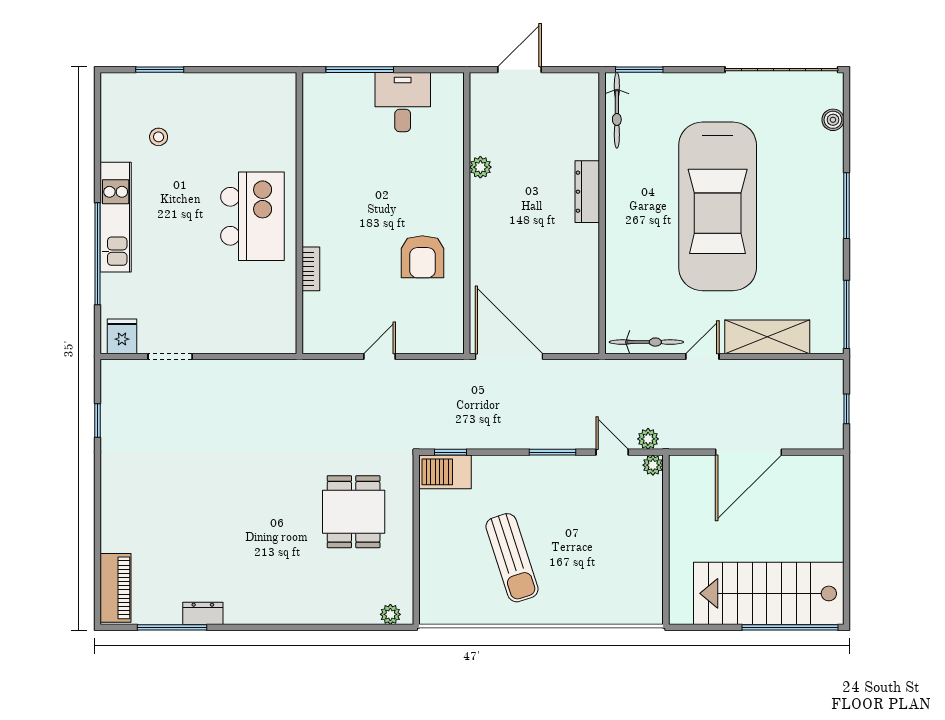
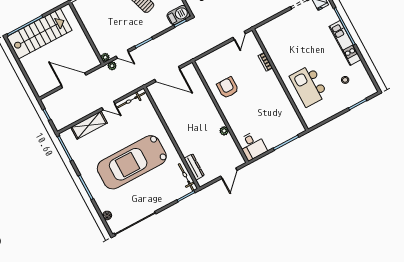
desk: (403, 102) -> (252, 146), moved
dresser: (587, 192) -> (194, 167), moved
car: (718, 206) -> (132, 162), turned -90
kitchen island: (252, 216) -> (309, 86), moved
door: (380, 356) -> (239, 36), moved
door: (509, 356) -> (167, 74), moved
door: (702, 356) -> (108, 106), hinge flipped
door: (749, 452) -> (74, 80), hinge flipped

